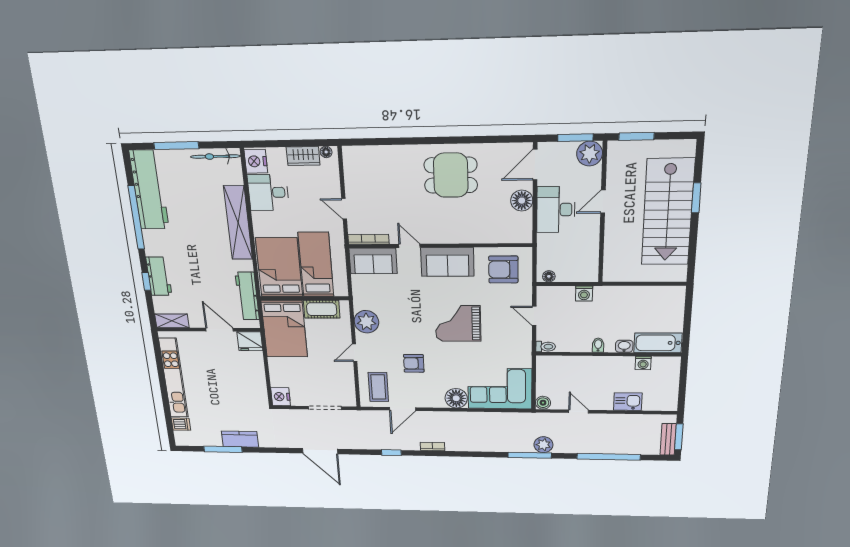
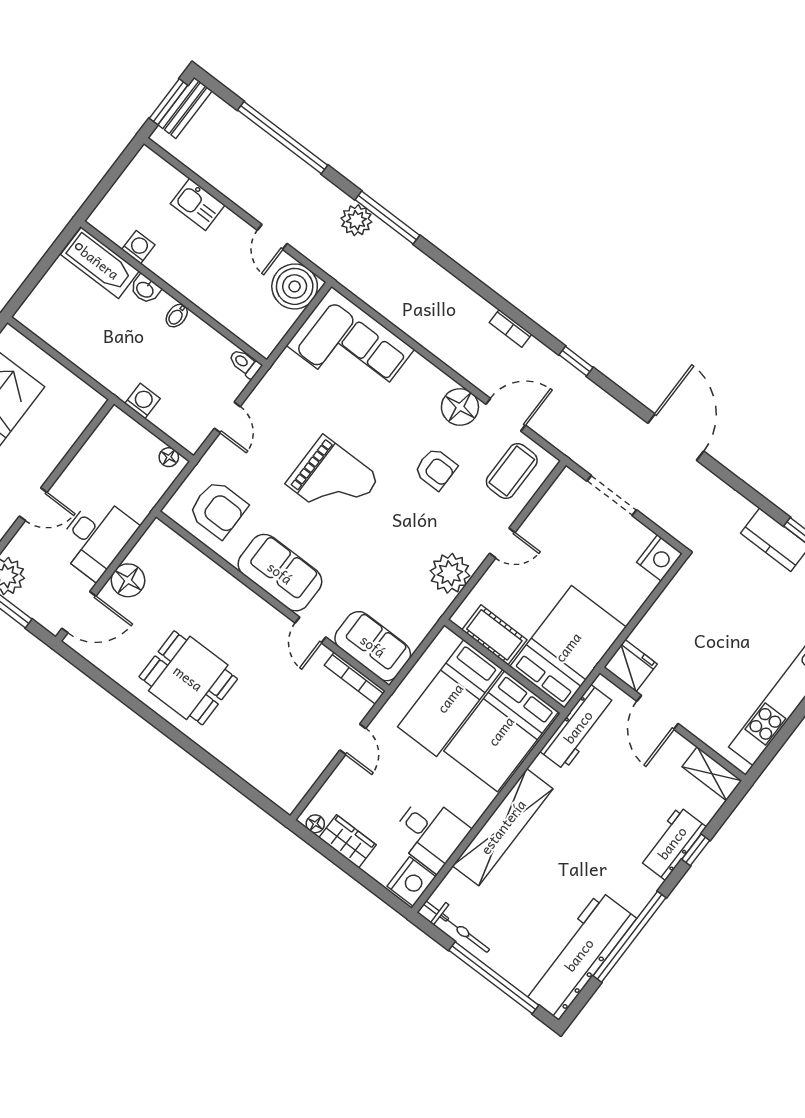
window: (176, 146) -> (494, 978), width x1.46
floor lamp: (456, 398) -> (460, 407), moved
boiler: (543, 403) -> (295, 286), width x1.86, depth x1.86

